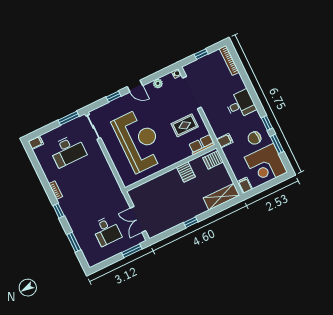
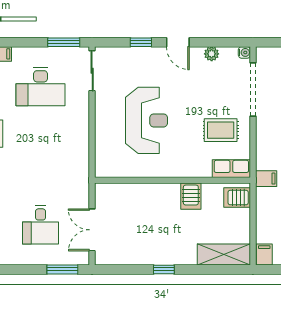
reception desk: (139, 140) -> (146, 120), width x0.74, depth x0.77

